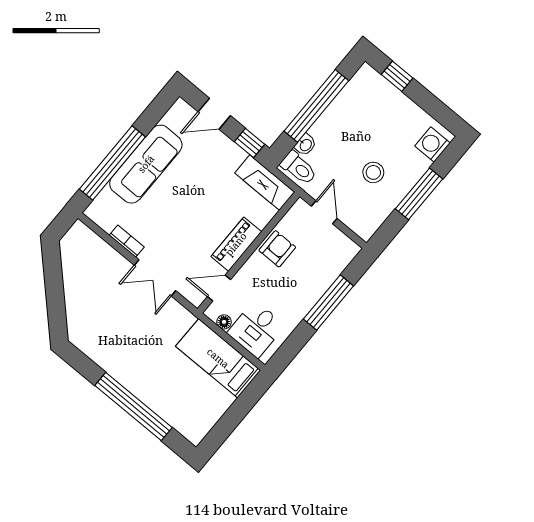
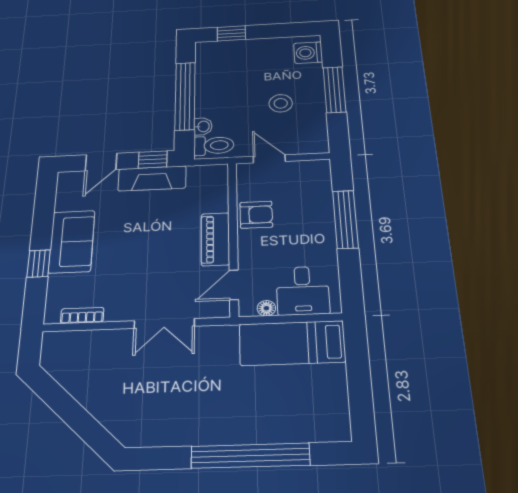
window: (112, 163) -> (39, 264), width x0.32
sofa: (146, 164) -> (72, 242), width x0.73
fireplace: (265, 183) -> (152, 178), moved
bookcase: (127, 241) -> (82, 315), moved
armchair: (277, 249) -> (256, 215), turned 90

